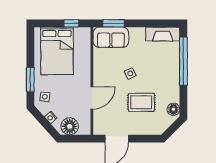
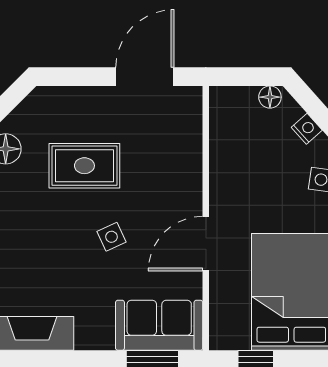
door: (92, 98) -> (206, 244), moved
floor lamp: (70, 126) -> (270, 97), width x0.53, depth x0.53

